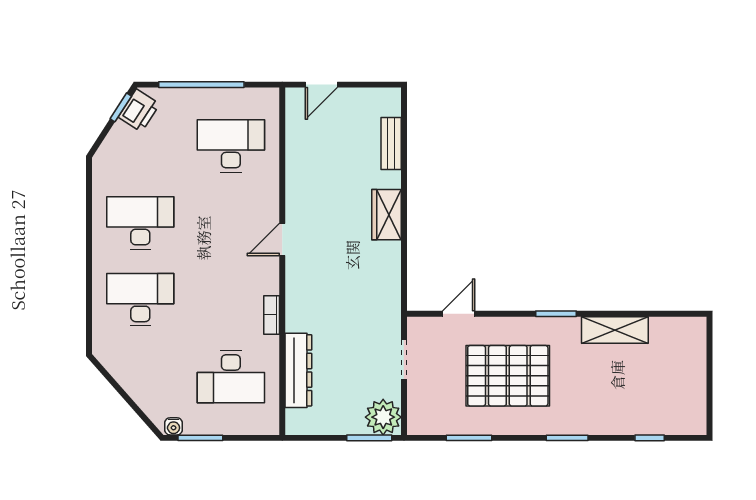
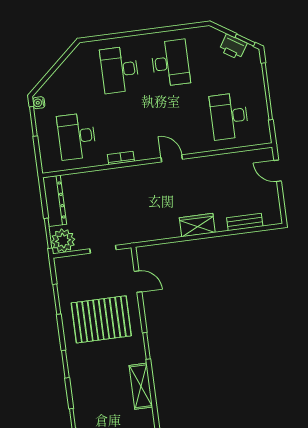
printer: (139, 111) -> (233, 47), moved
desk: (231, 146) -> (229, 116), turned 180
desk: (140, 300) -> (120, 70), turned 180
dresser: (298, 370) -> (55, 201), moved, turned -90
pallet: (508, 376) -> (101, 319), turned 90

